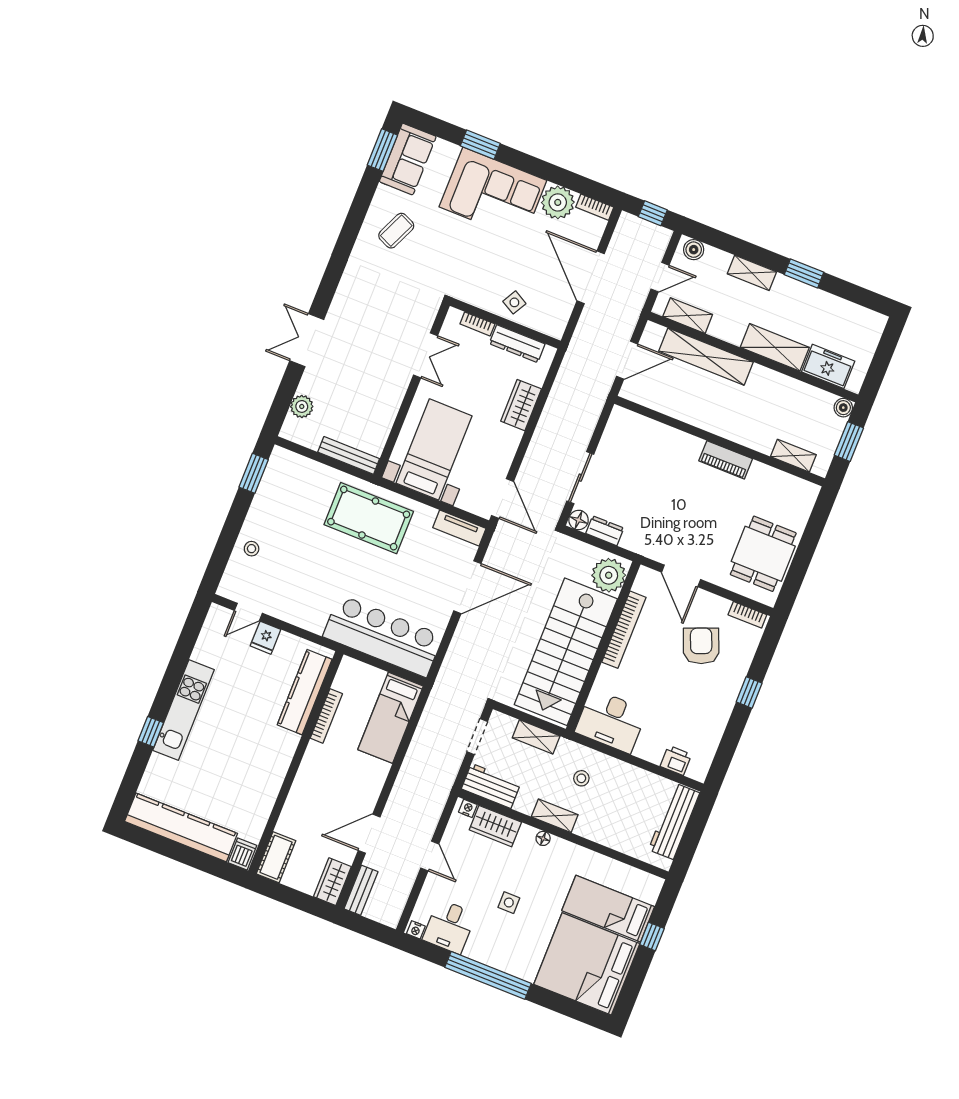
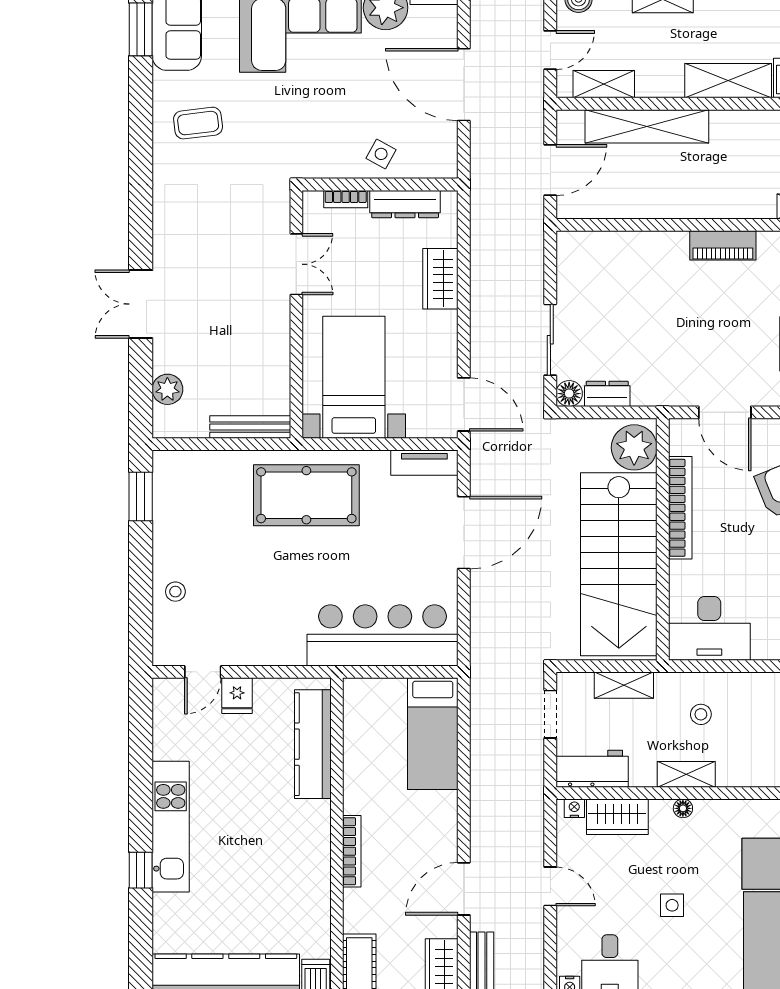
coffee table: (396, 231) -> (198, 123), turned 59
bookcase: (326, 716) -> (352, 851), moved

